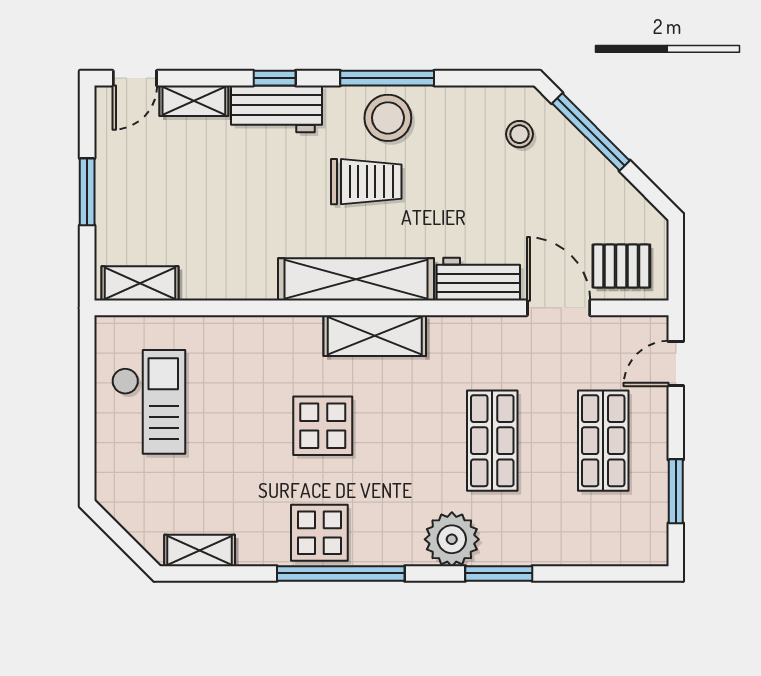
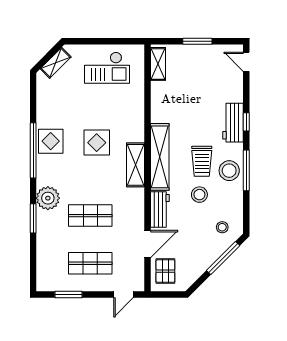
shelving: (194, 101) -> (237, 87), removed
stool: (444, 187) -> (199, 195), added
door: (676, 363) -> (123, 295), swing flipped
shelving: (200, 550) -> (56, 63), moved, turned 45

